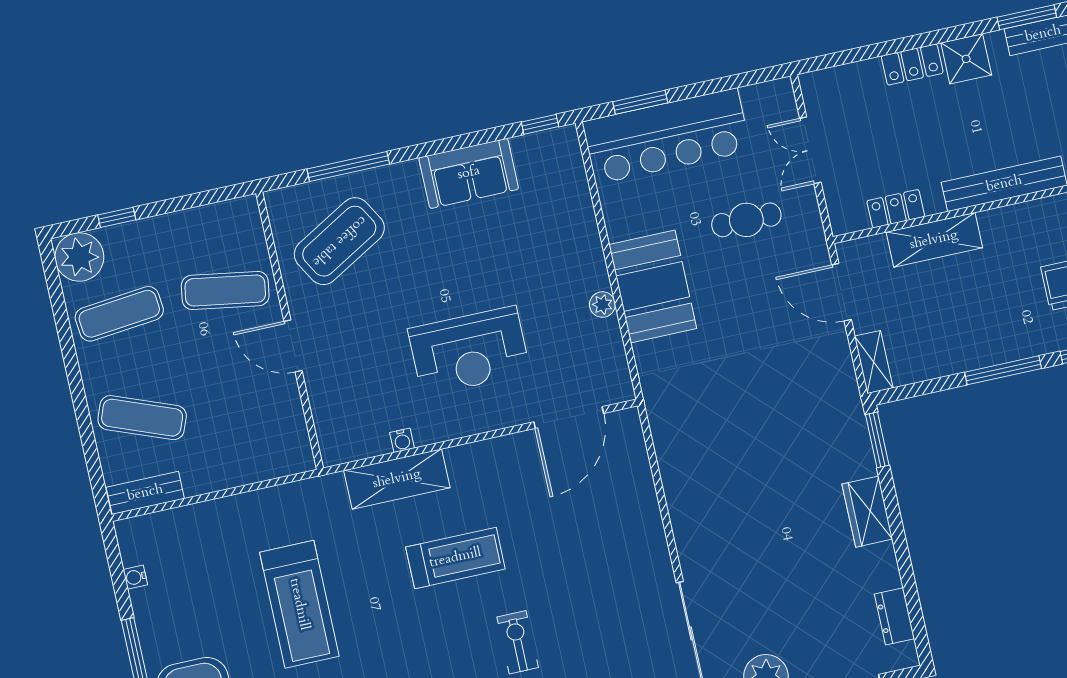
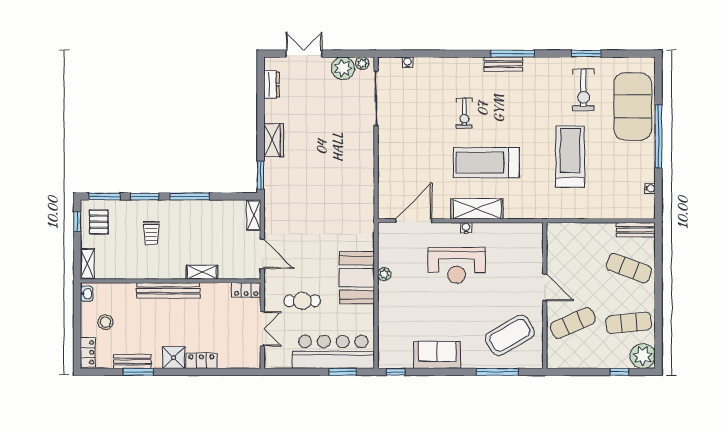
locker: (896, 209) -> (246, 290), moved
shelving: (934, 240) -> (202, 272), width x0.67, depth x0.75
exercise mat: (225, 290) -> (573, 323), turned -33
reception desk: (469, 351) -> (457, 265), turned 180
water cooler: (402, 440) -> (466, 228), moved
shelving: (397, 479) -> (477, 209), moved
treadmill: (455, 558) -> (486, 163), width x1.37, depth x1.38

